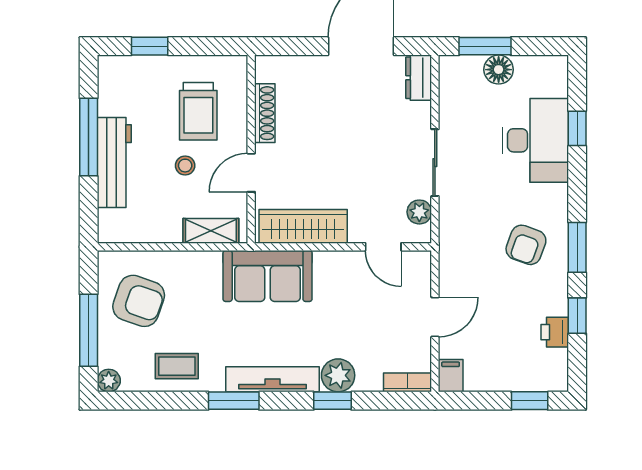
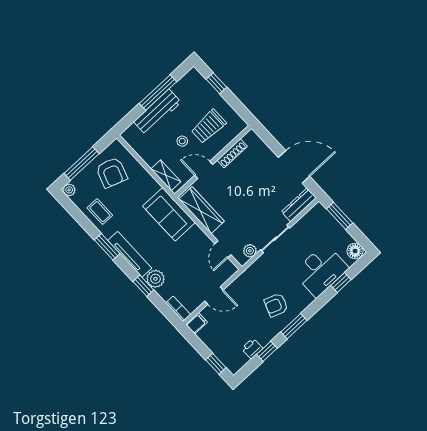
floor lamp: (499, 70) -> (355, 251), moved
dresser: (419, 78) -> (299, 205), width x1.44

